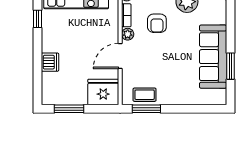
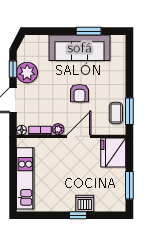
window: (38, 19) -> (78, 215), moved
armchair: (157, 23) -> (80, 93), moved, turned 90
door: (120, 56) -> (79, 136), swing flipped

